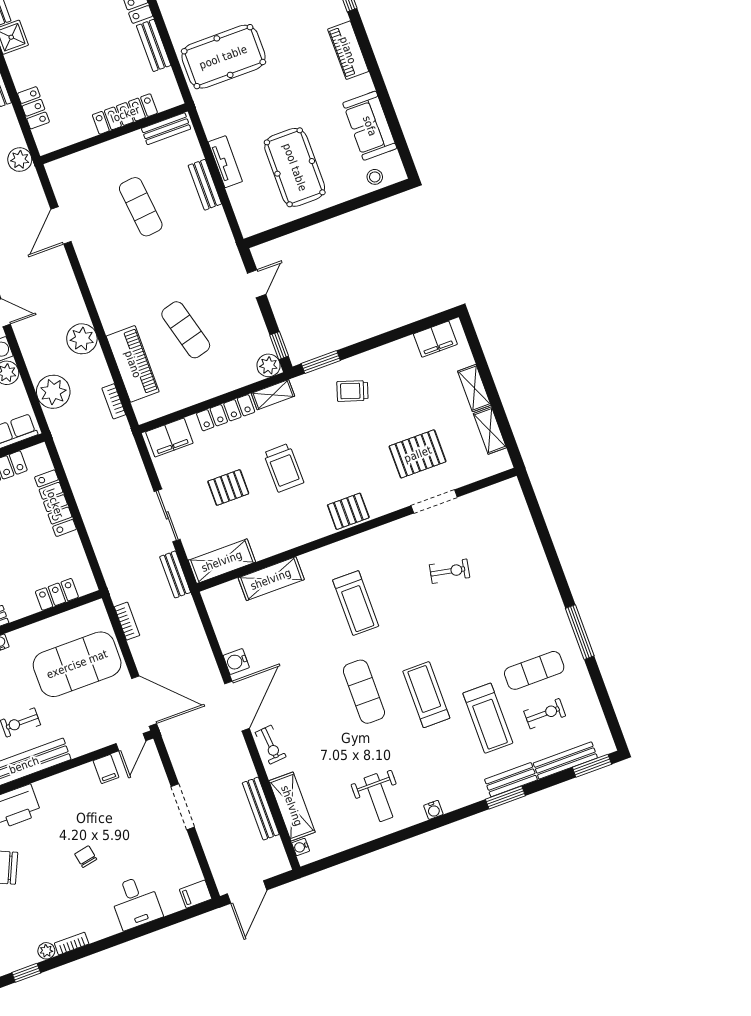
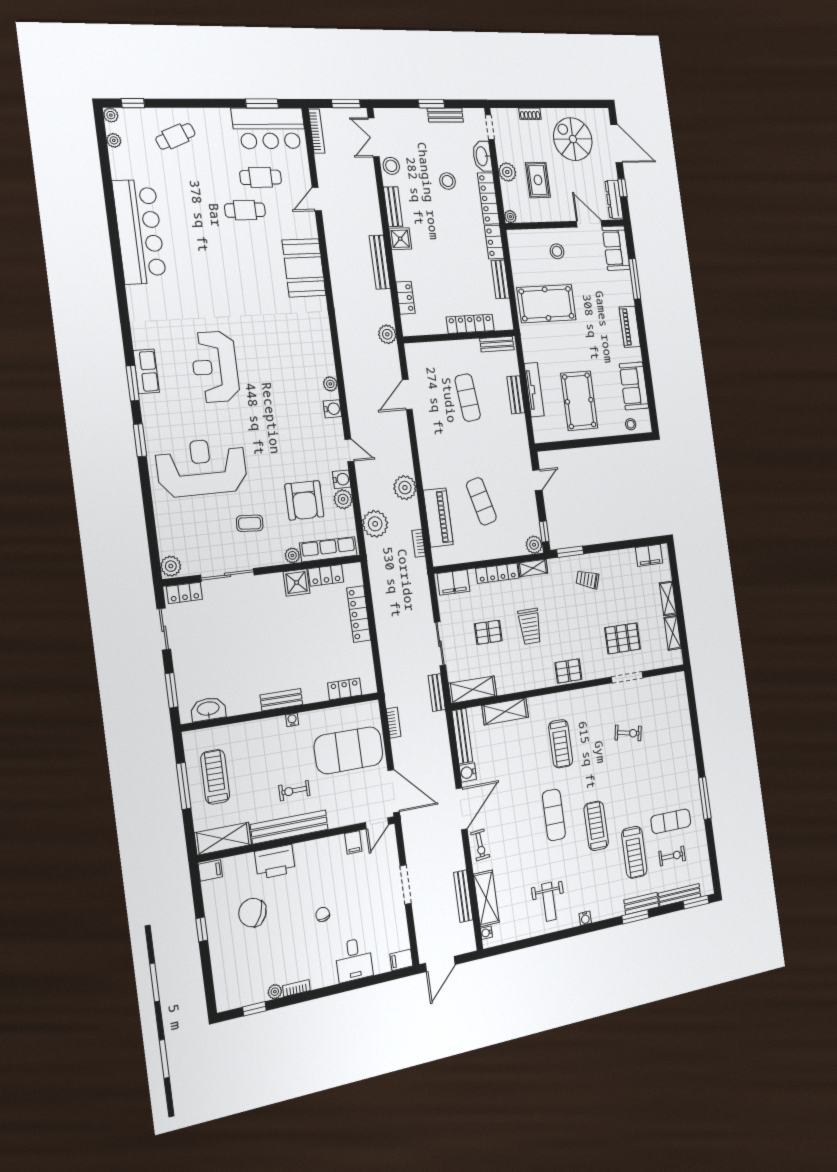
tv unit: (225, 162) -> (534, 390), width x1.41
bench: (220, 620) -> (462, 736), added

